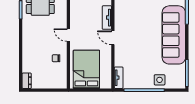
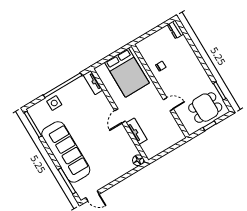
door: (68, 35) -> (168, 104), moved
door: (113, 38) -> (120, 116), swing flipped

